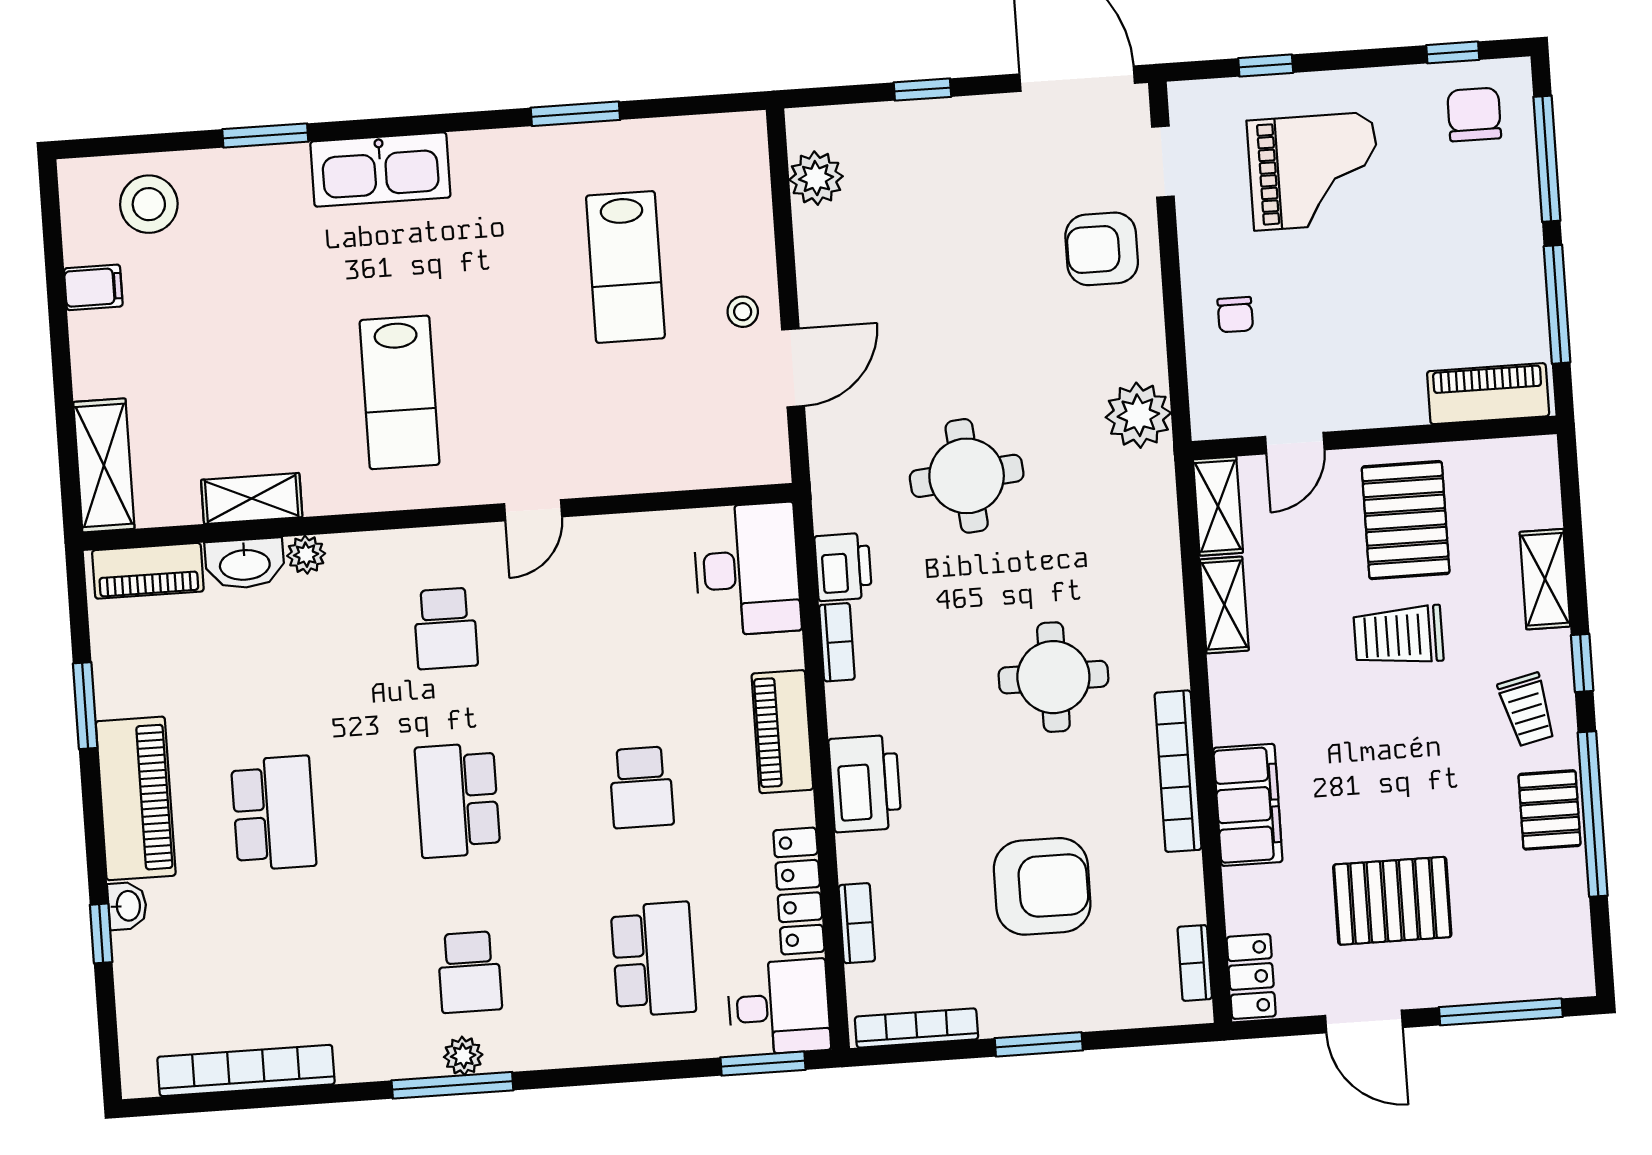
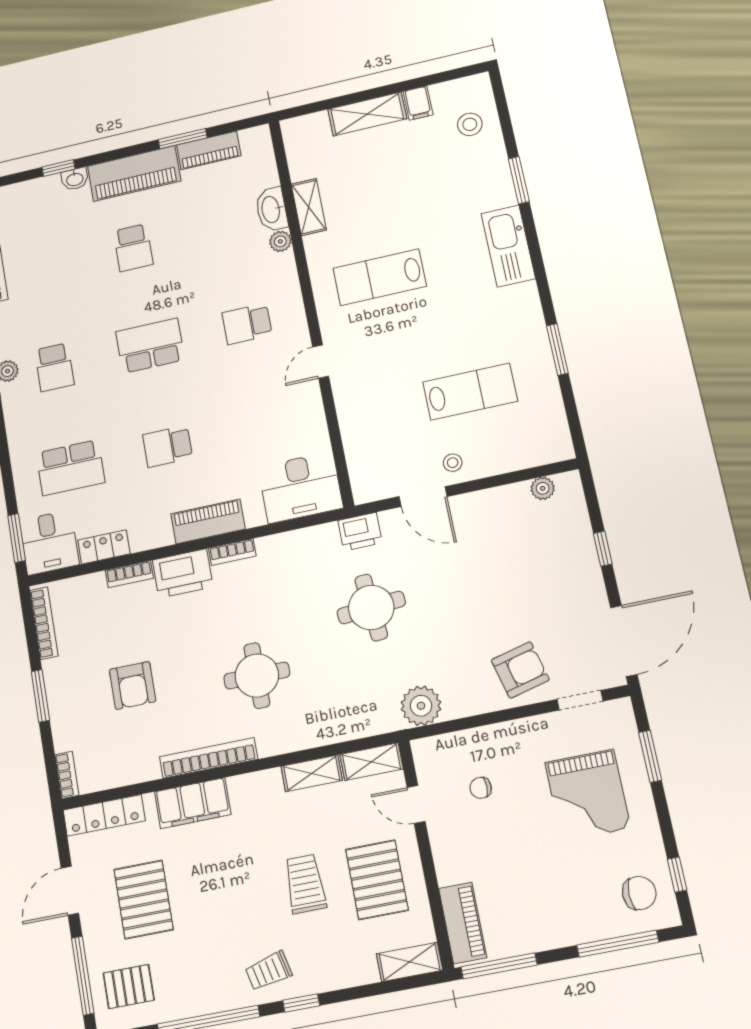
window: (1266, 66) -> (650, 756), width x1.50
plant: (816, 178) -> (543, 488), width x0.73, depth x0.73
stool: (149, 204) -> (470, 124), width x0.73, depth x0.73
armchair: (1102, 249) -> (520, 670), turned 76
lab bench: (625, 267) -> (470, 392), turned 180
window: (1557, 304) -> (499, 966), moved
chair: (1235, 315) -> (481, 788), moved
shelving: (104, 465) -> (367, 114), moved
door: (533, 510) -> (321, 362), hinge flipped
pallet: (1406, 520) -> (377, 880), turned 90
printer: (843, 567) -> (360, 532), moved
piano: (148, 571) -> (209, 150), moved, turned -90
shelving: (1545, 579) -> (410, 962), moved
bookcase: (837, 642) -> (232, 552), moved
pallet: (1549, 810) -> (129, 987), moved
school desk: (274, 813) -> (133, 248), width x0.54
armchair: (1042, 886) -> (133, 685), width x0.73, depth x0.73
locker: (799, 891) -> (104, 547), width x0.66
bookcase: (857, 923) -> (129, 574), moved
bookcase: (1195, 963) -> (67, 775), moved, turned 90
school desk: (470, 972) -> (54, 367), turned -90
locker: (1251, 977) -> (104, 815), width x1.53

